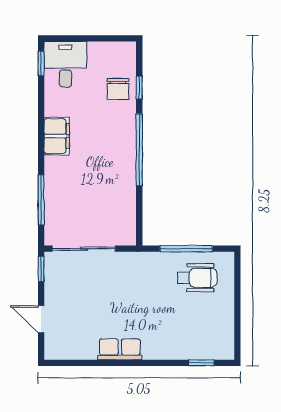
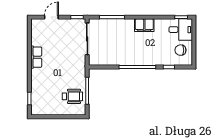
chair: (118, 89) -> (180, 50), moved
wheelchair: (197, 278) -> (72, 96), turned -90

